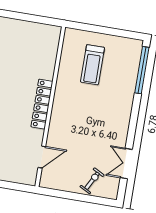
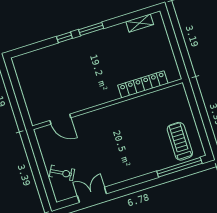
treadmill: (92, 65) -> (180, 141), moved, turned 90
locker: (42, 104) -> (143, 84), moved

